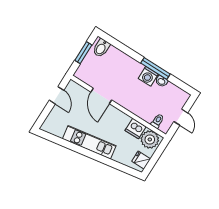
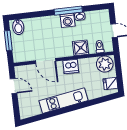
shower: (140, 109) -> (81, 48), added
dishwasher: (136, 129) -> (71, 66), moved

